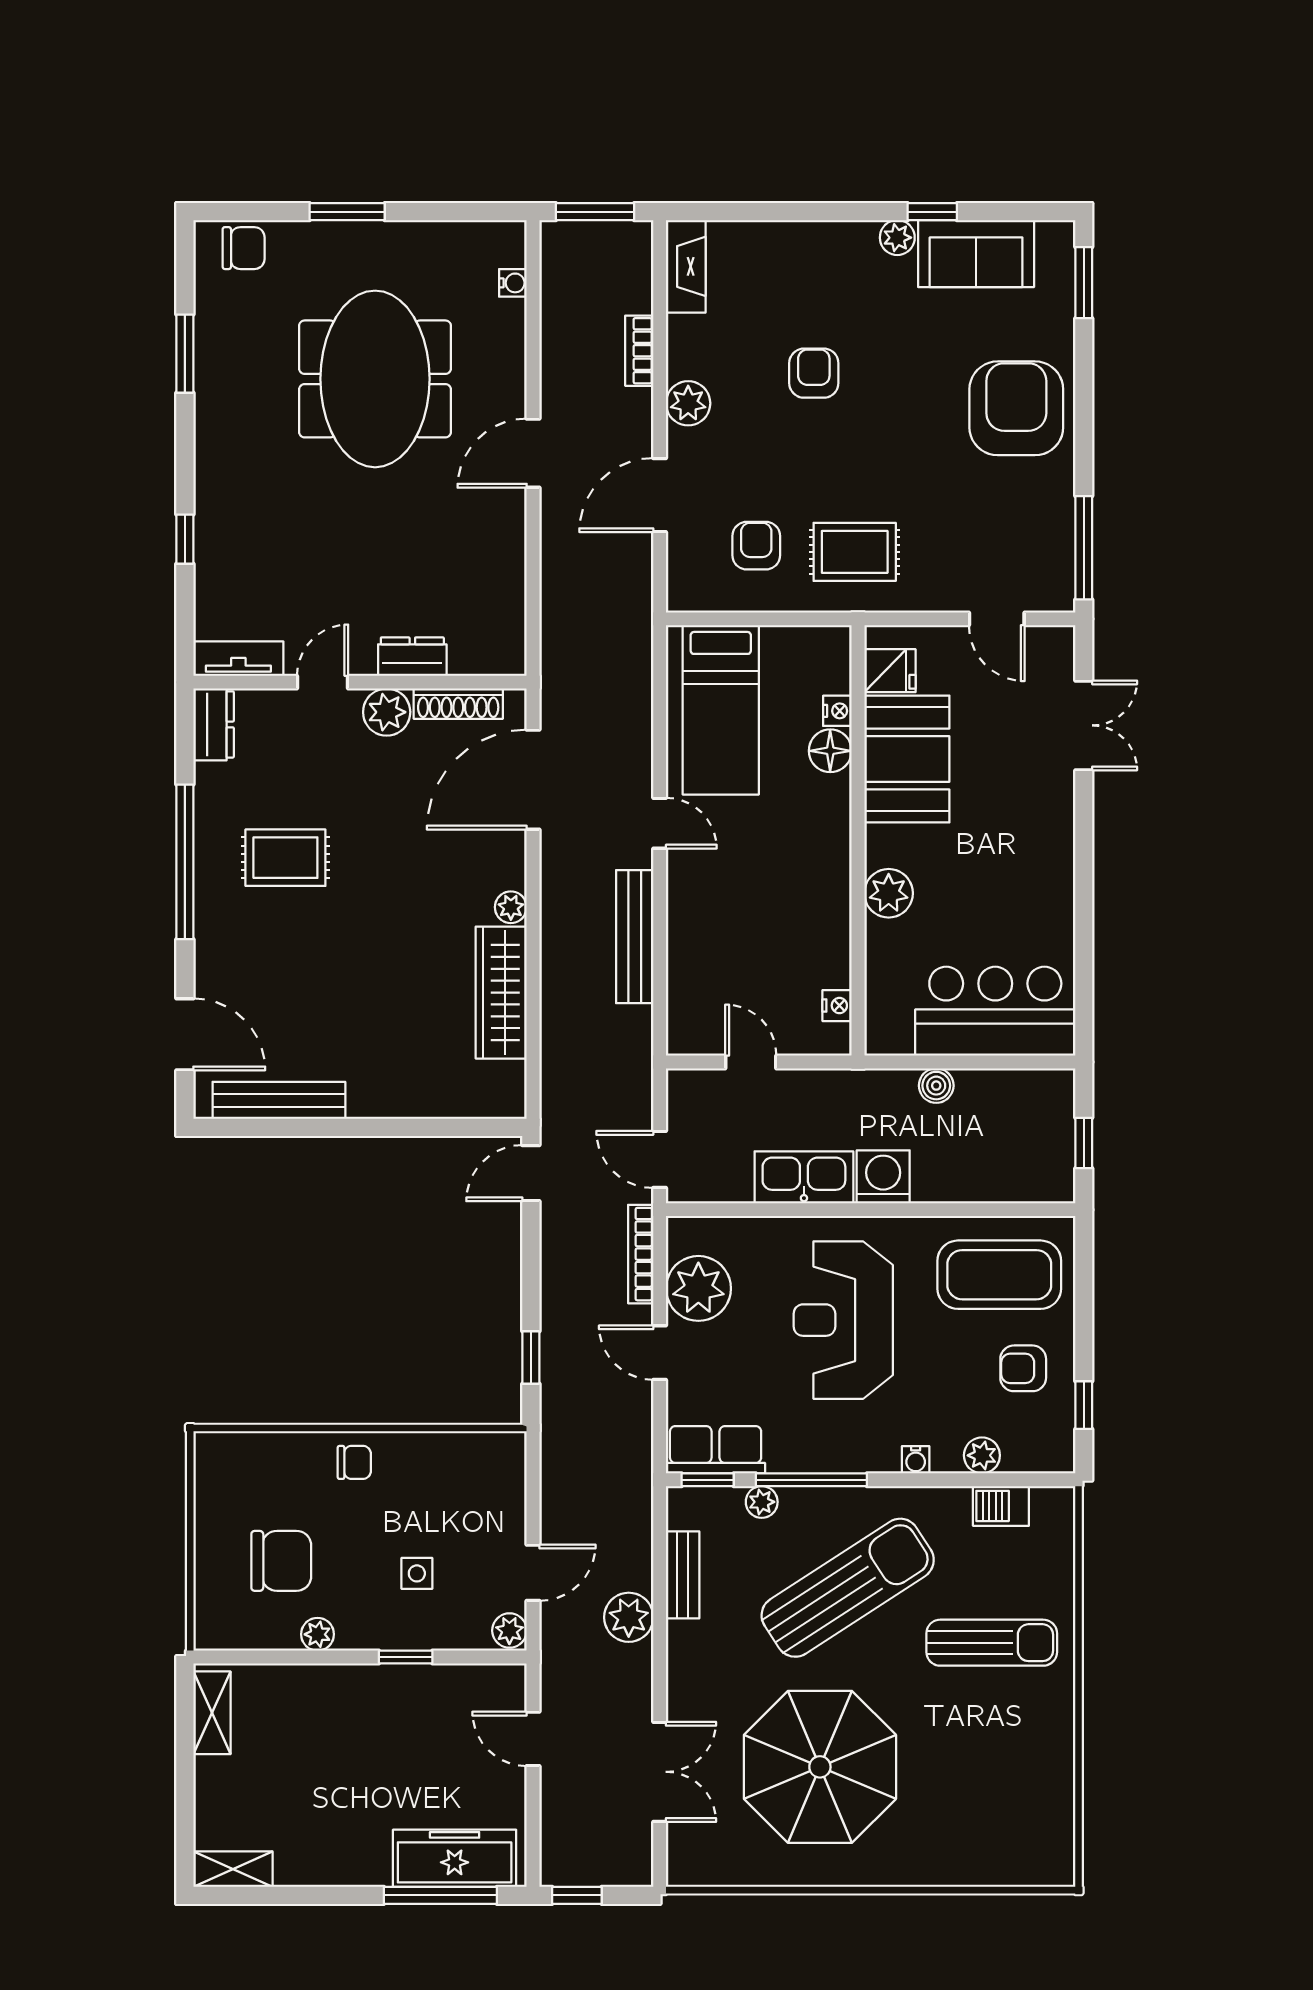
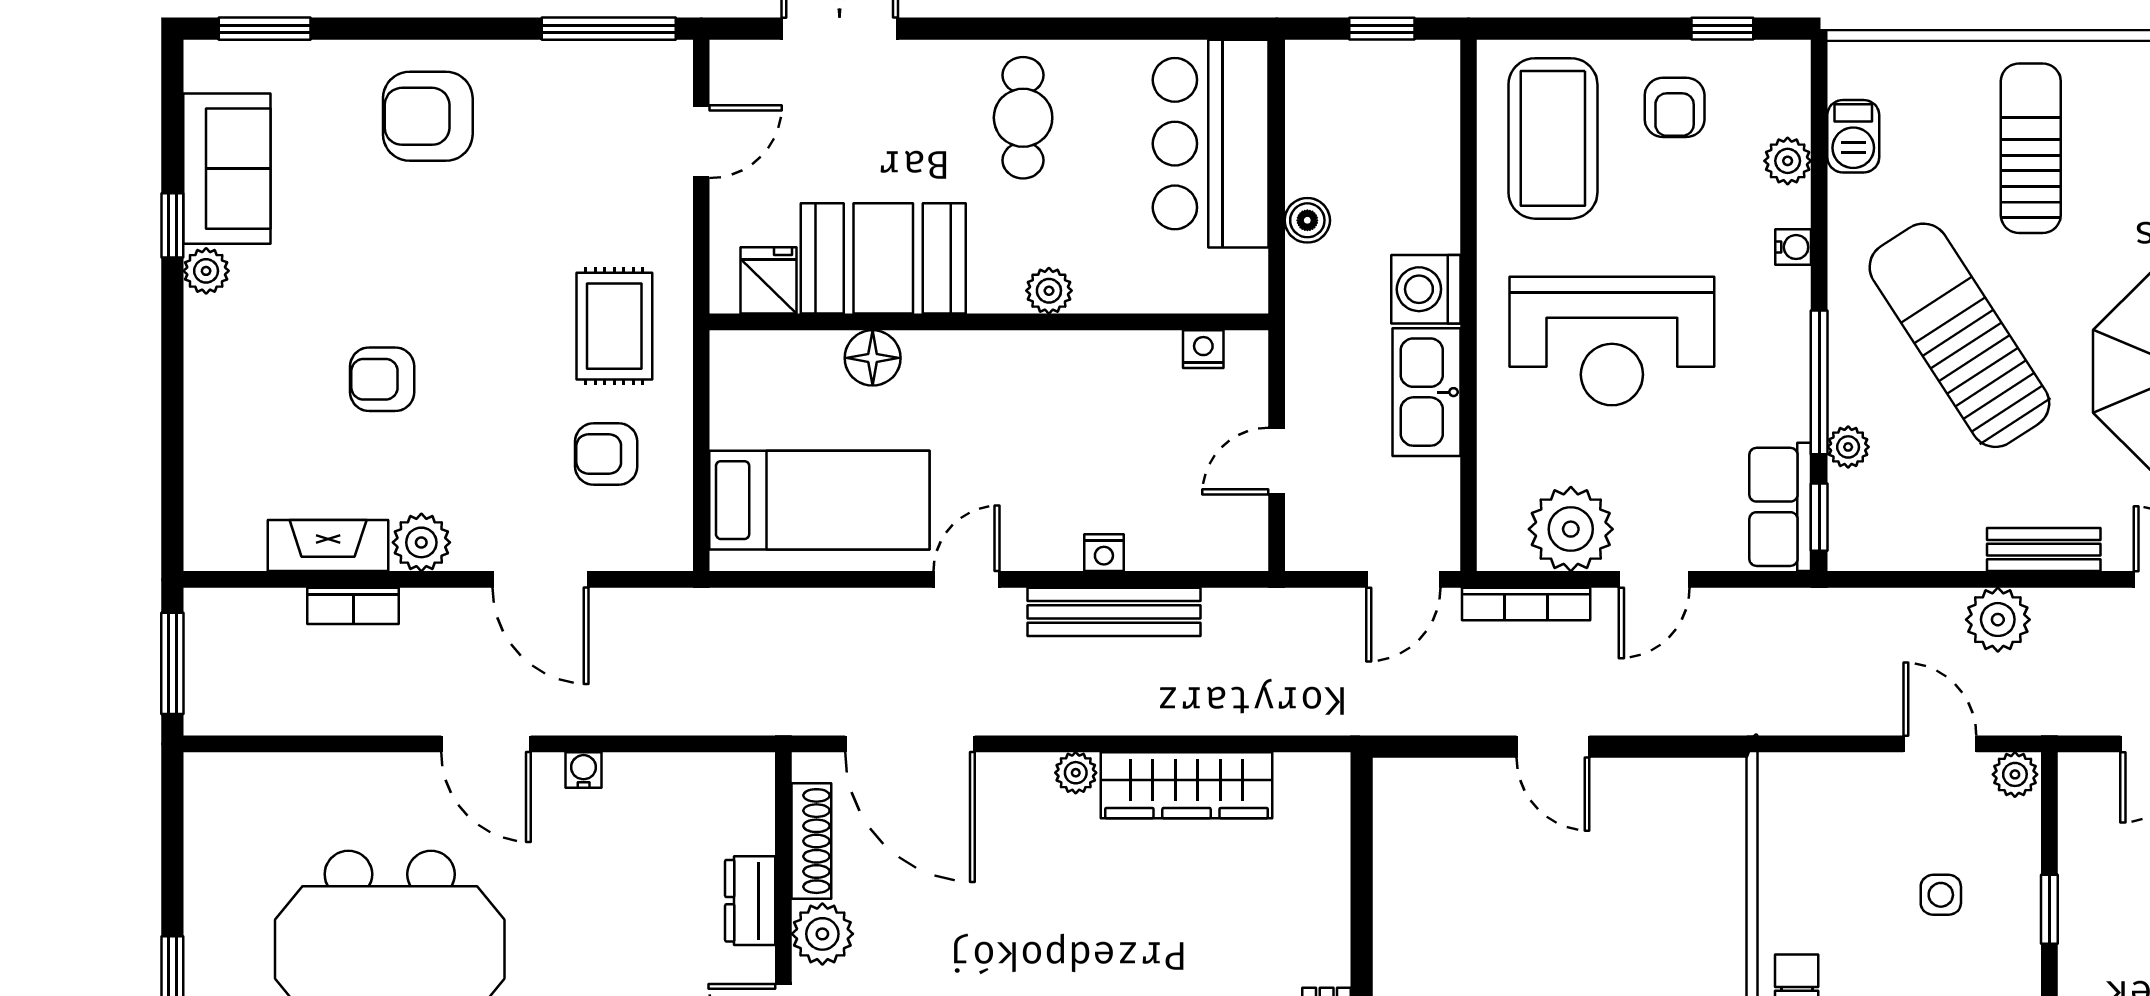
fireplace: (686, 266) -> (328, 546), moved
water cooler: (513, 283) -> (584, 770), moved
armchair: (1016, 408) -> (428, 116), width x0.73, depth x0.73
nightstand: (837, 711) -> (1104, 553), moved, turned 180
cafe table: (1015, 867) -> (1023, 118), added
plant: (889, 893) -> (1049, 291), width x0.73, depth x0.73
door: (531, 1173) -> (1553, 747), moved
window: (531, 1357) -> (1660, 747), removed
bench: (683, 1575) -> (2044, 550), moved

